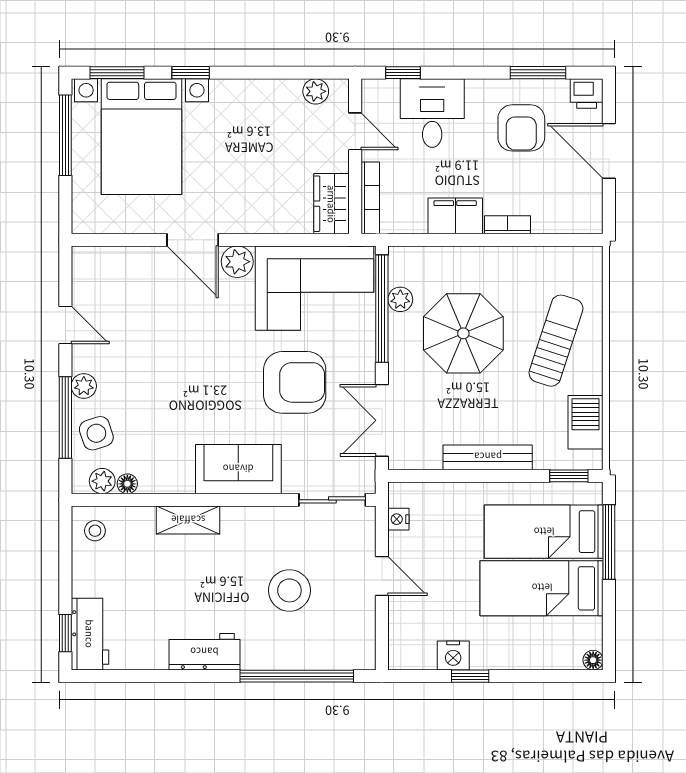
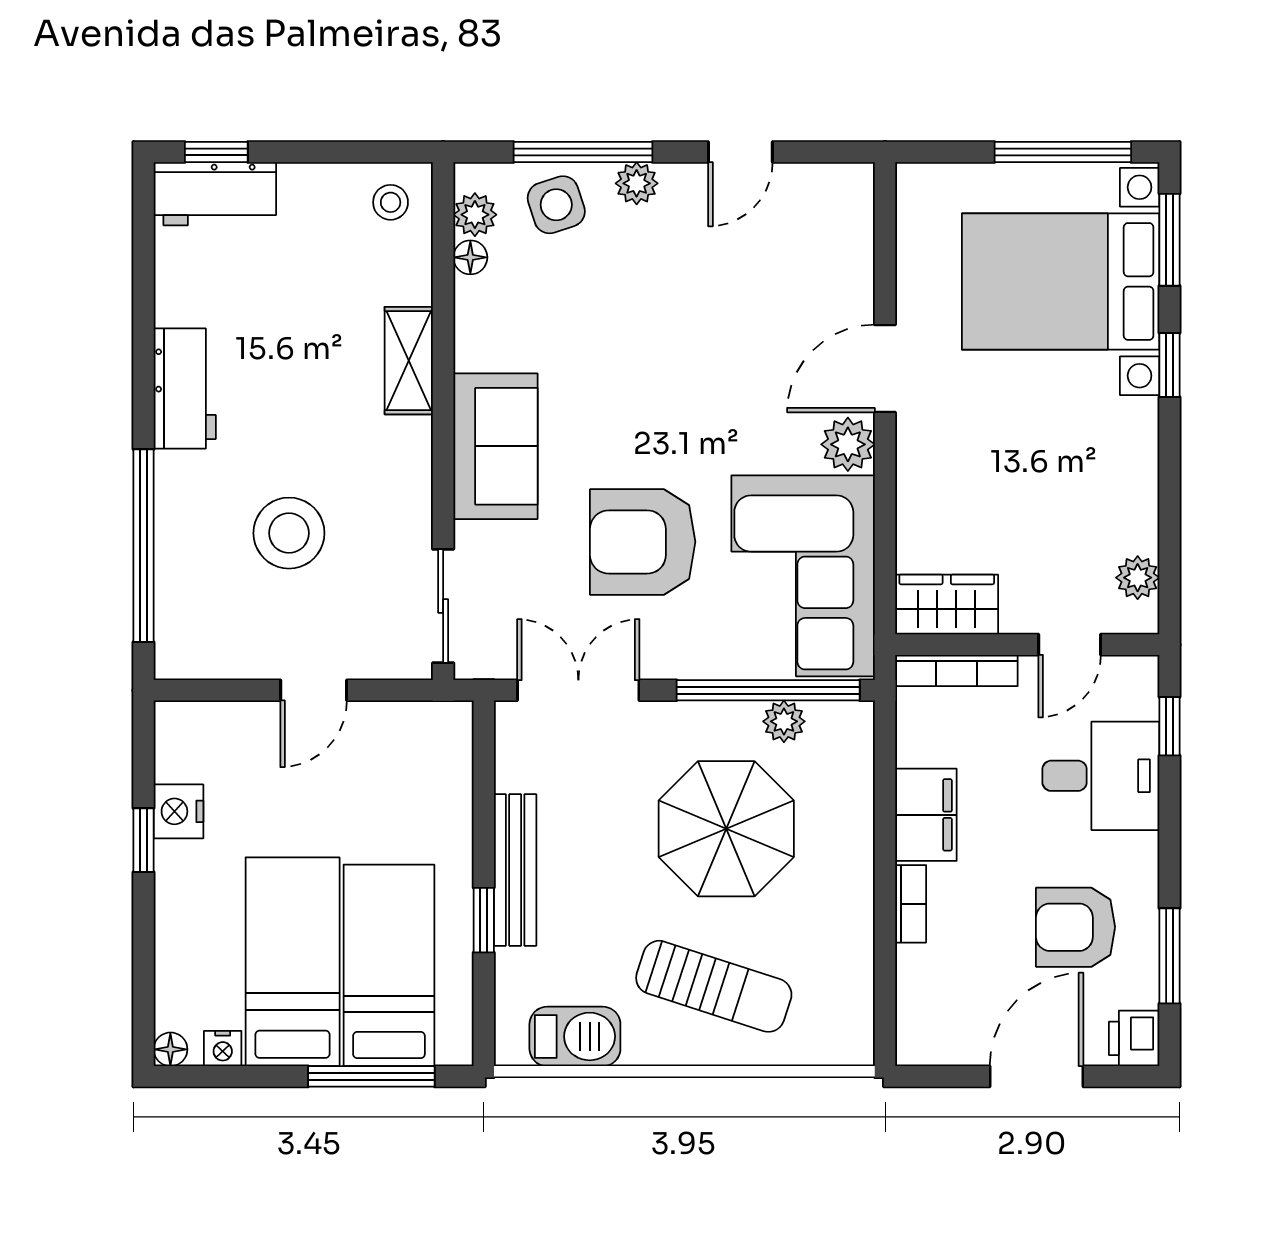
armchair: (295, 382) -> (643, 542), turned 90
window: (569, 476) -> (484, 920), moved
nightstand: (398, 519) -> (223, 1048), moved, turned 180

